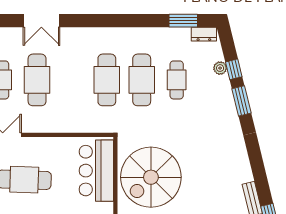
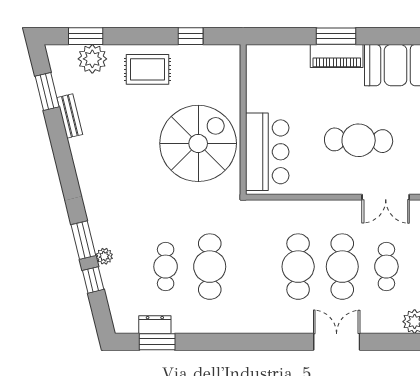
dresser: (204, 34) -> (155, 325), moved
plant: (220, 68) -> (104, 256), moved
cafe table: (107, 80) -> (298, 267), moved

